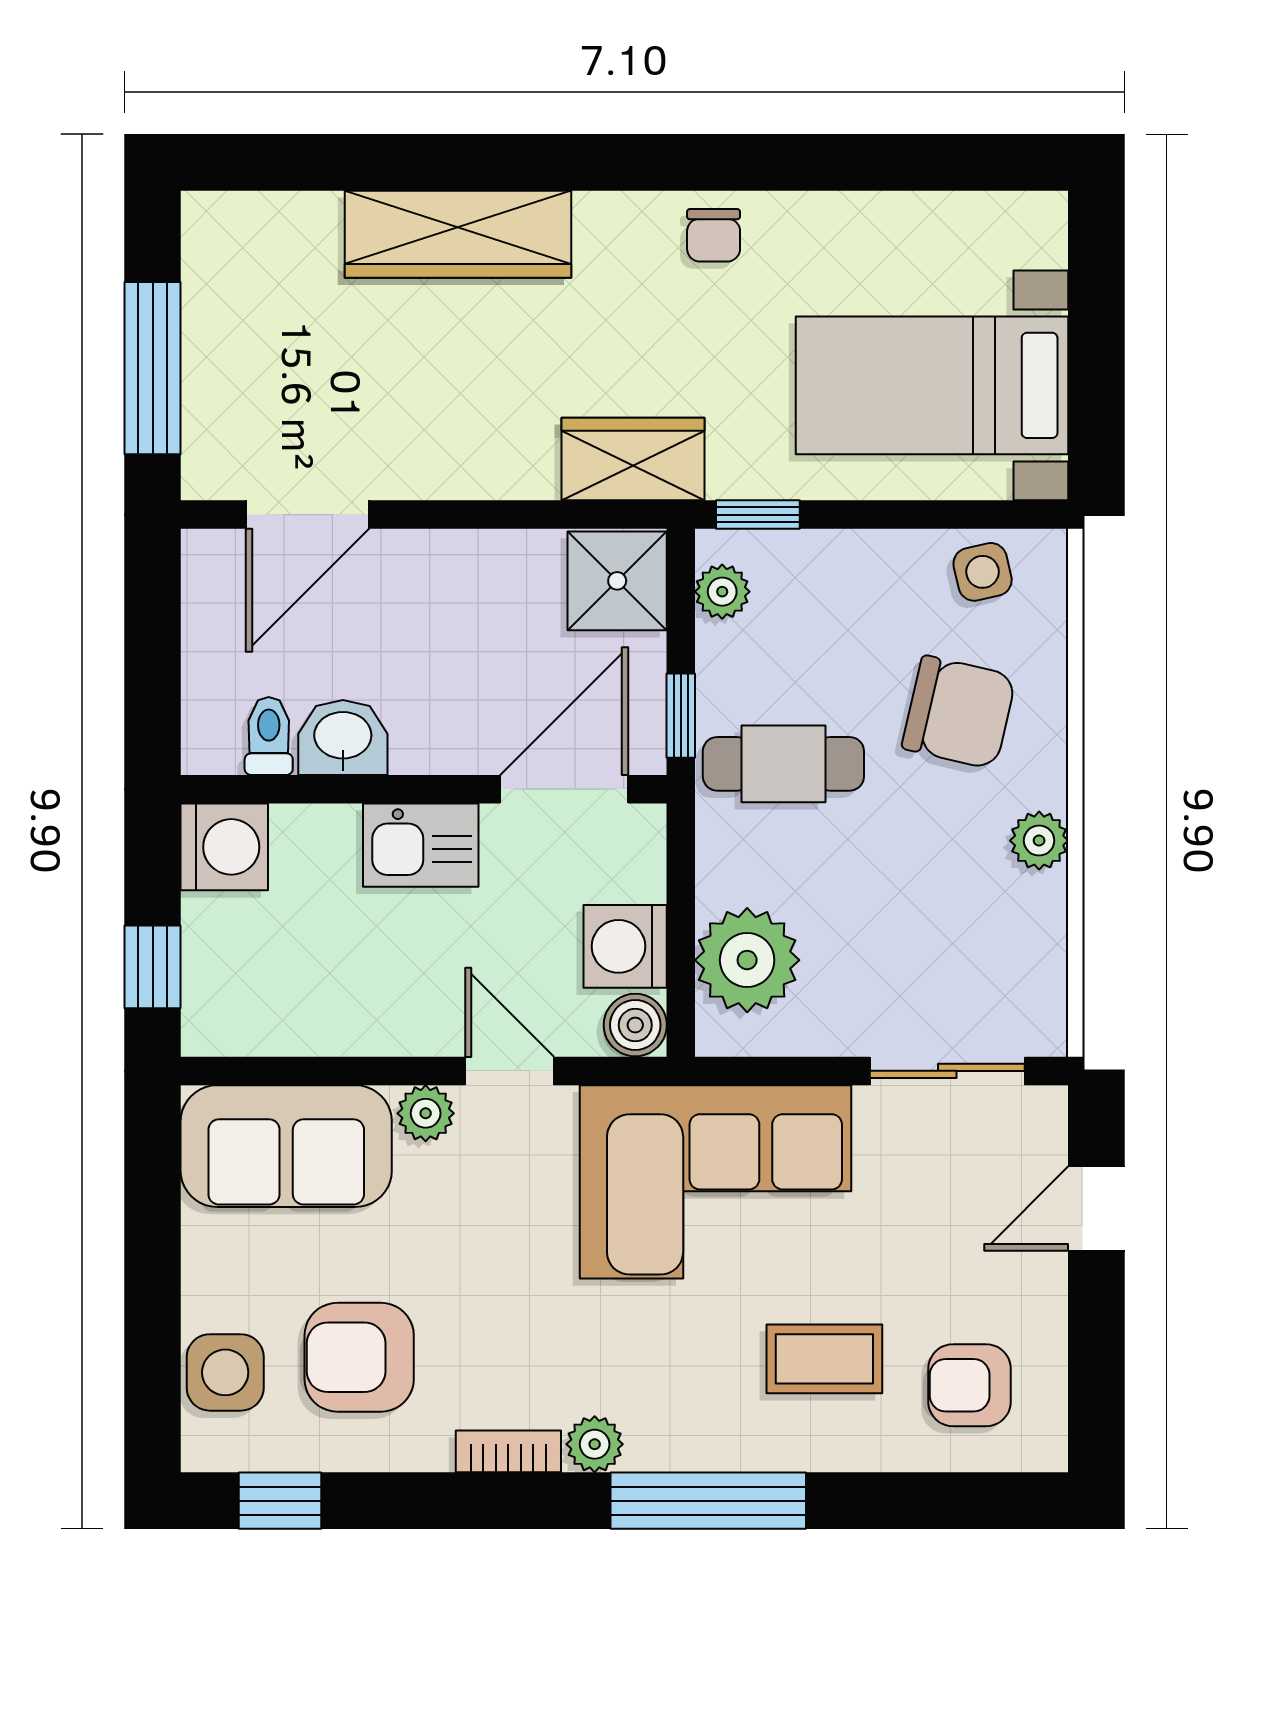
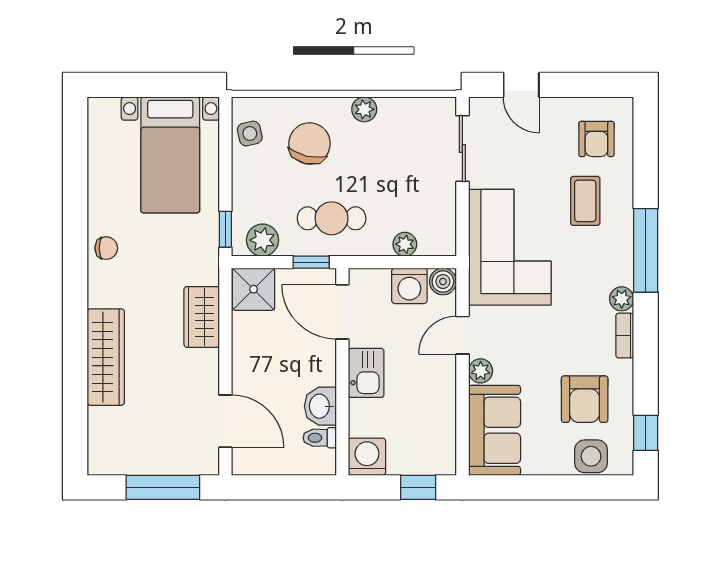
wardrobe: (633, 459) -> (202, 317), moved
plant: (722, 592) -> (263, 240), width x1.38, depth x1.38
cafe table: (783, 764) -> (332, 218), turned 90
plant: (747, 960) -> (405, 244), width x0.53, depth x0.53

